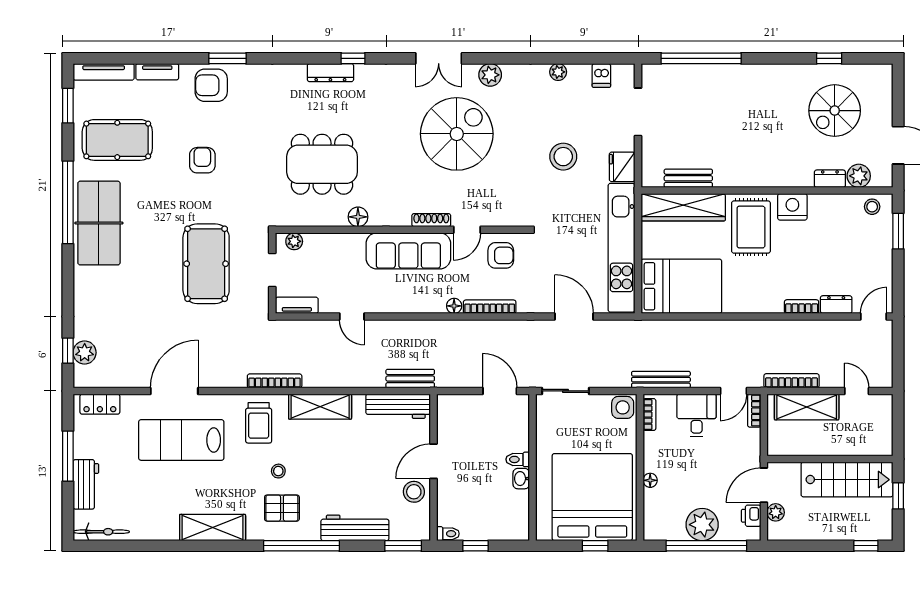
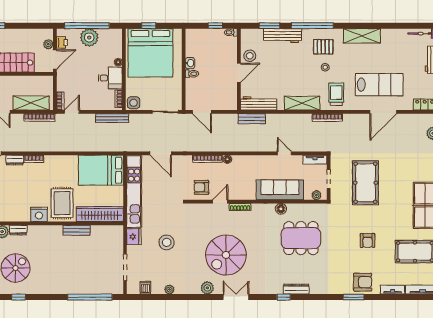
bench: (688, 178) -> (77, 230), moved
sofa: (408, 251) -> (280, 190), moved
desk: (697, 415) -> (110, 78), moved, turned -90
window: (403, 546) -> (269, 26), moved

